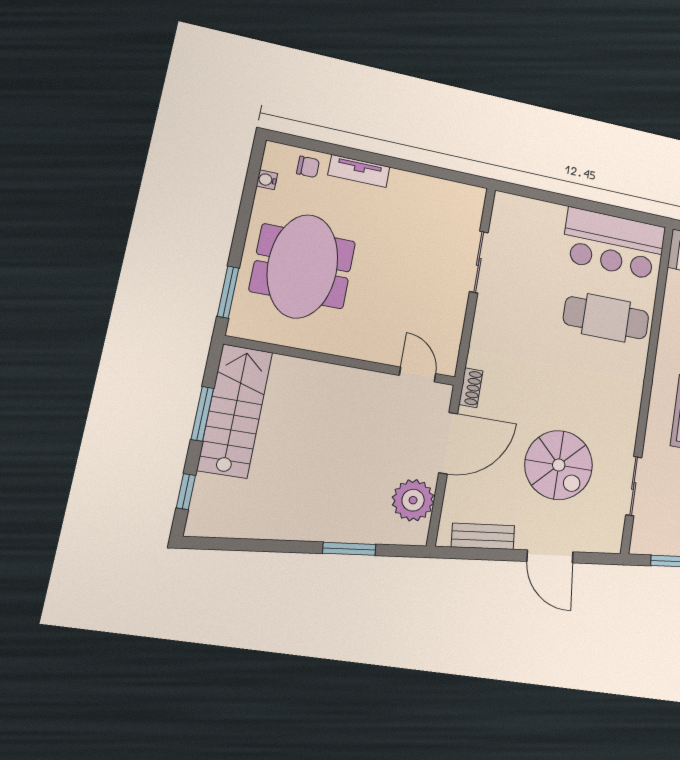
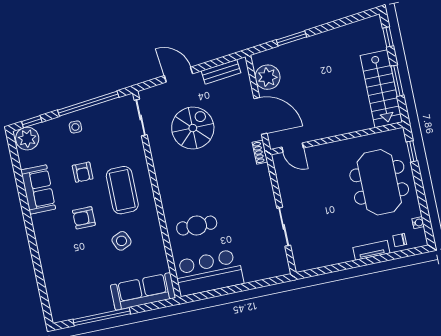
window: (228, 292) -> (412, 151), width x0.67
cafe table: (606, 318) -> (197, 226), width x0.73, depth x0.74
door: (448, 443) -> (261, 116), swing flipped
spiral stairs: (559, 465) -> (193, 128), turned 90
sliding door: (634, 486) -> (141, 118), moved

